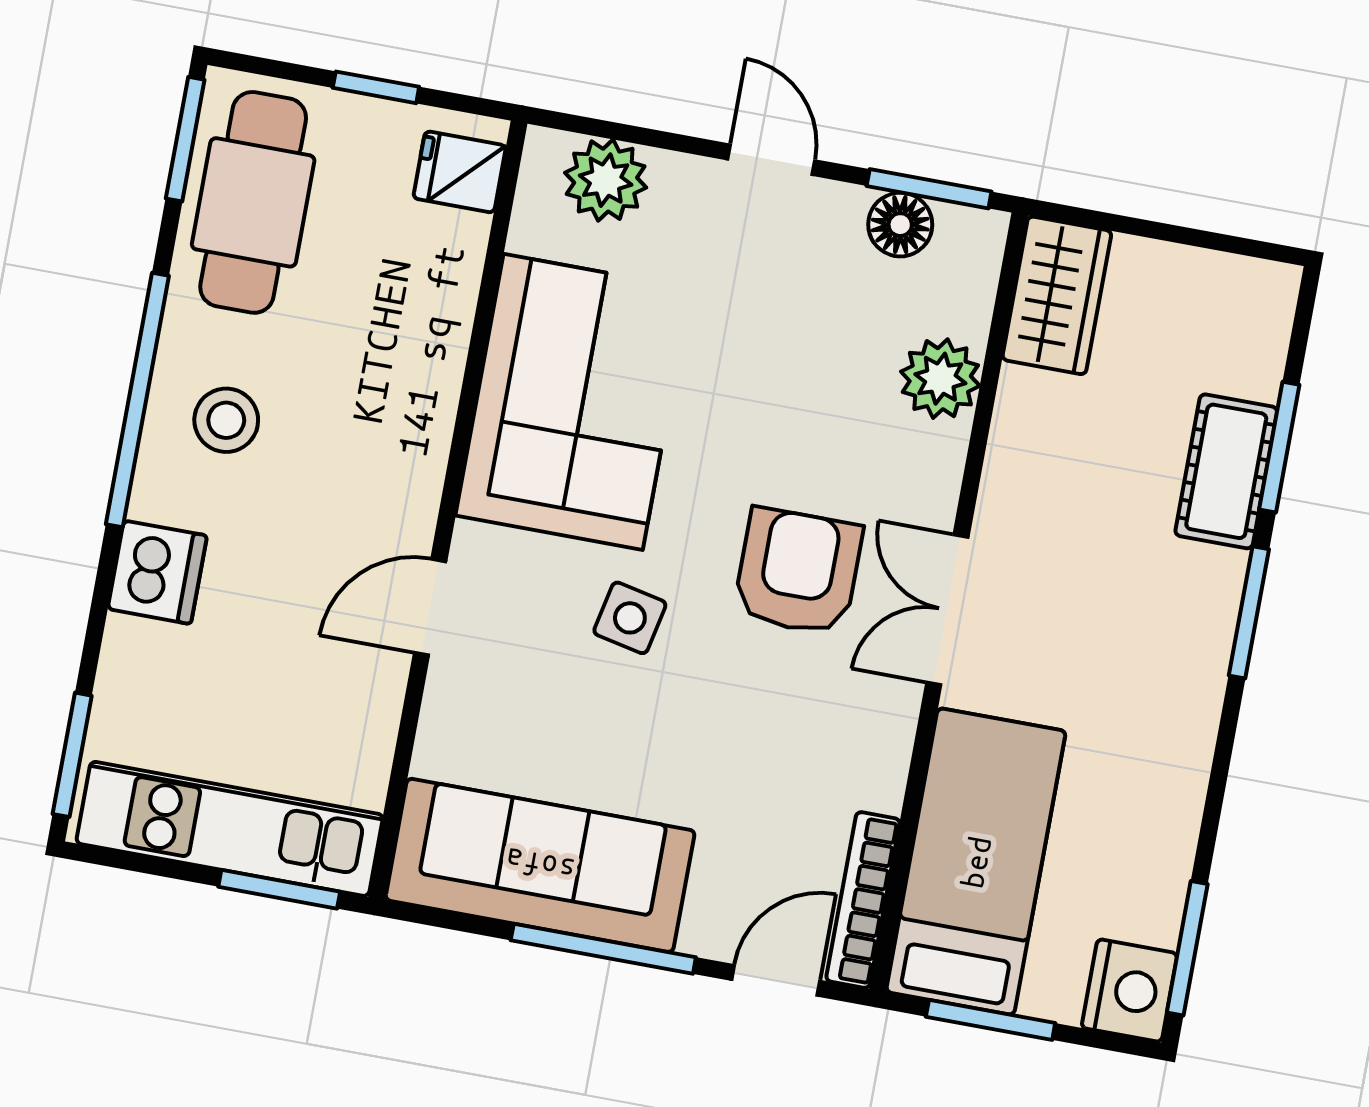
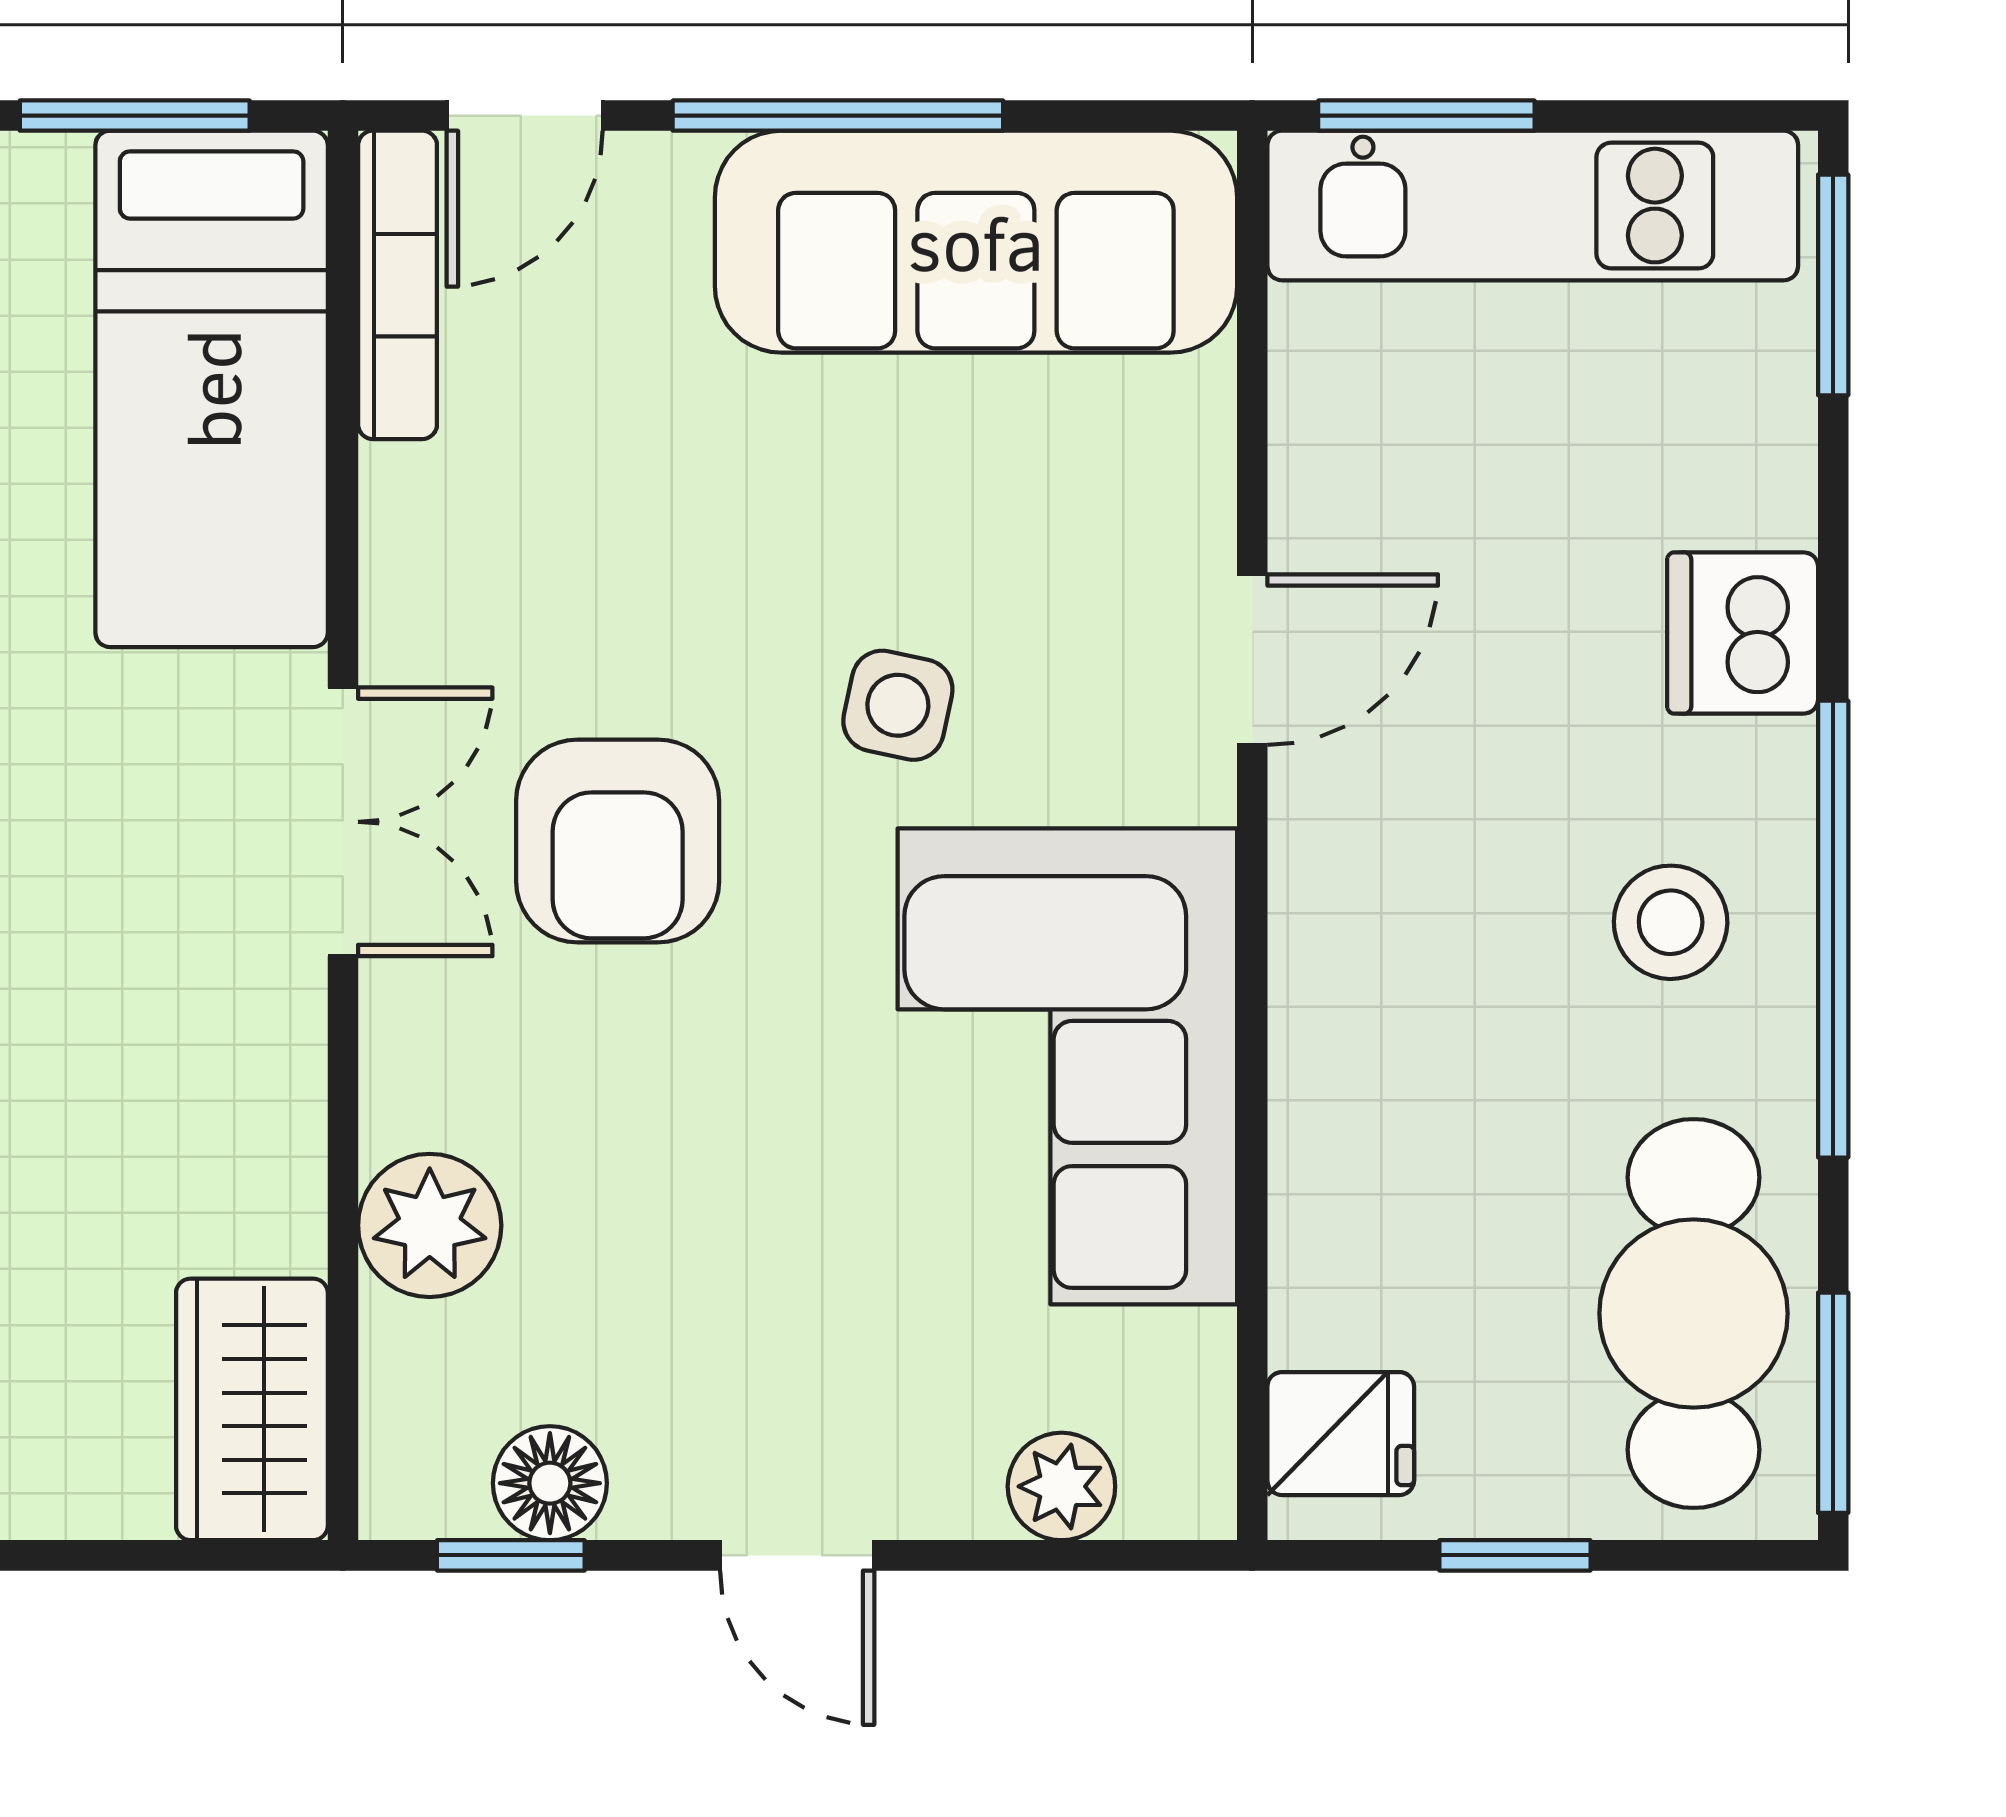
plant: (606, 180) -> (1061, 1486), width x0.73, depth x0.73
window: (929, 189) -> (511, 1555), width x0.67

